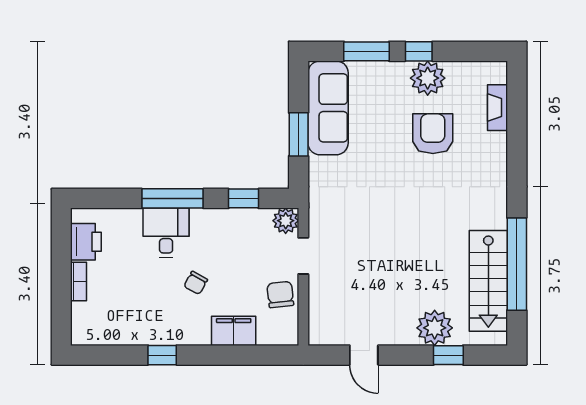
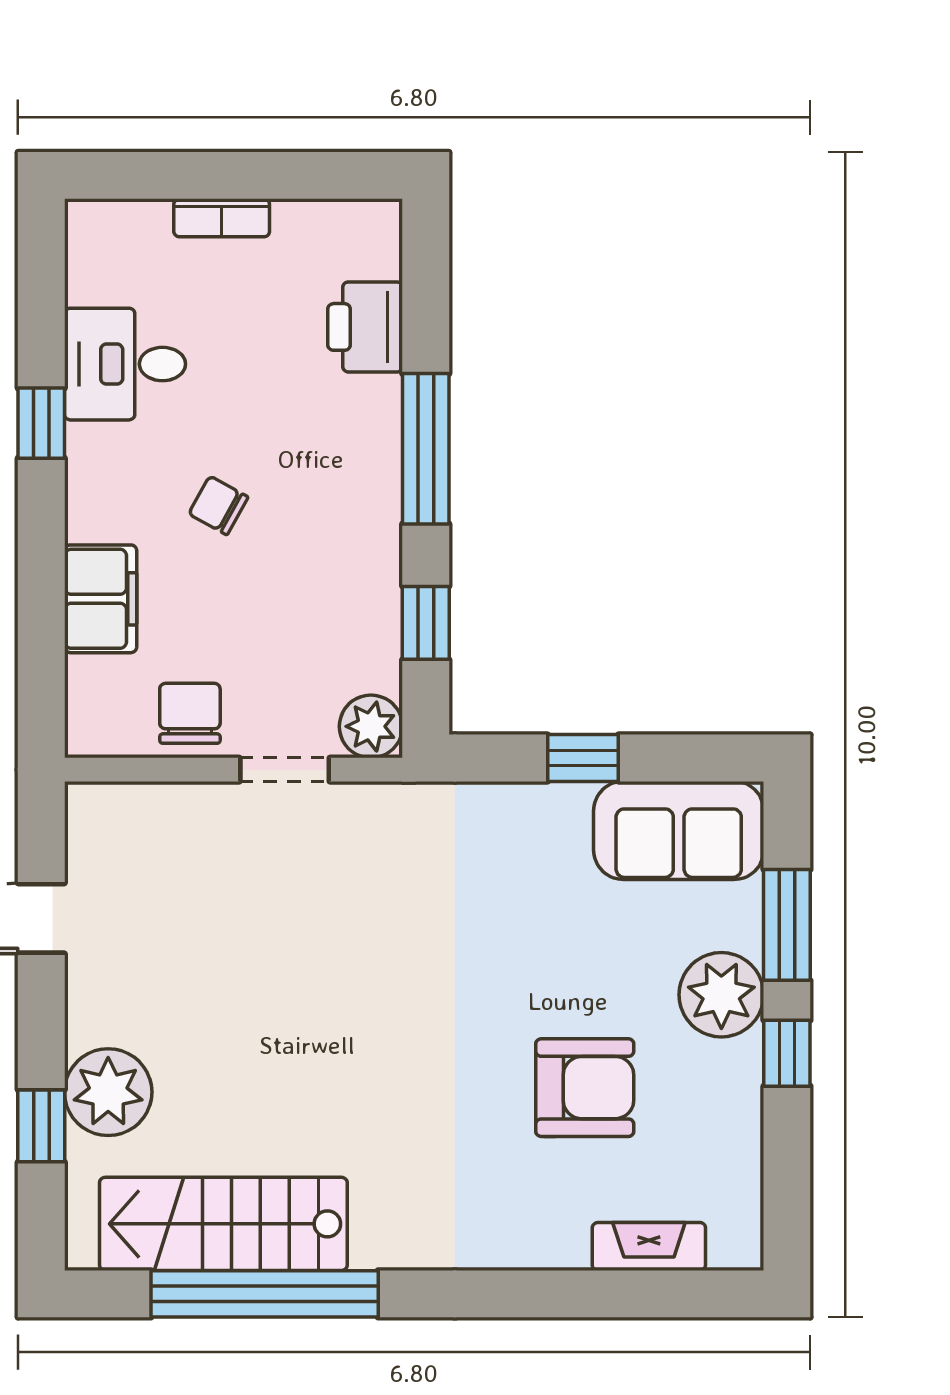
plant: (428, 78) -> (721, 995), moved
sofa: (328, 108) -> (679, 830), width x0.73
window: (299, 134) -> (583, 758), width x0.67
desk: (166, 233) -> (125, 364), moved, turned 180
printer: (86, 242) -> (365, 327), moved, turned 90
chair: (280, 294) -> (190, 713), turned -84

